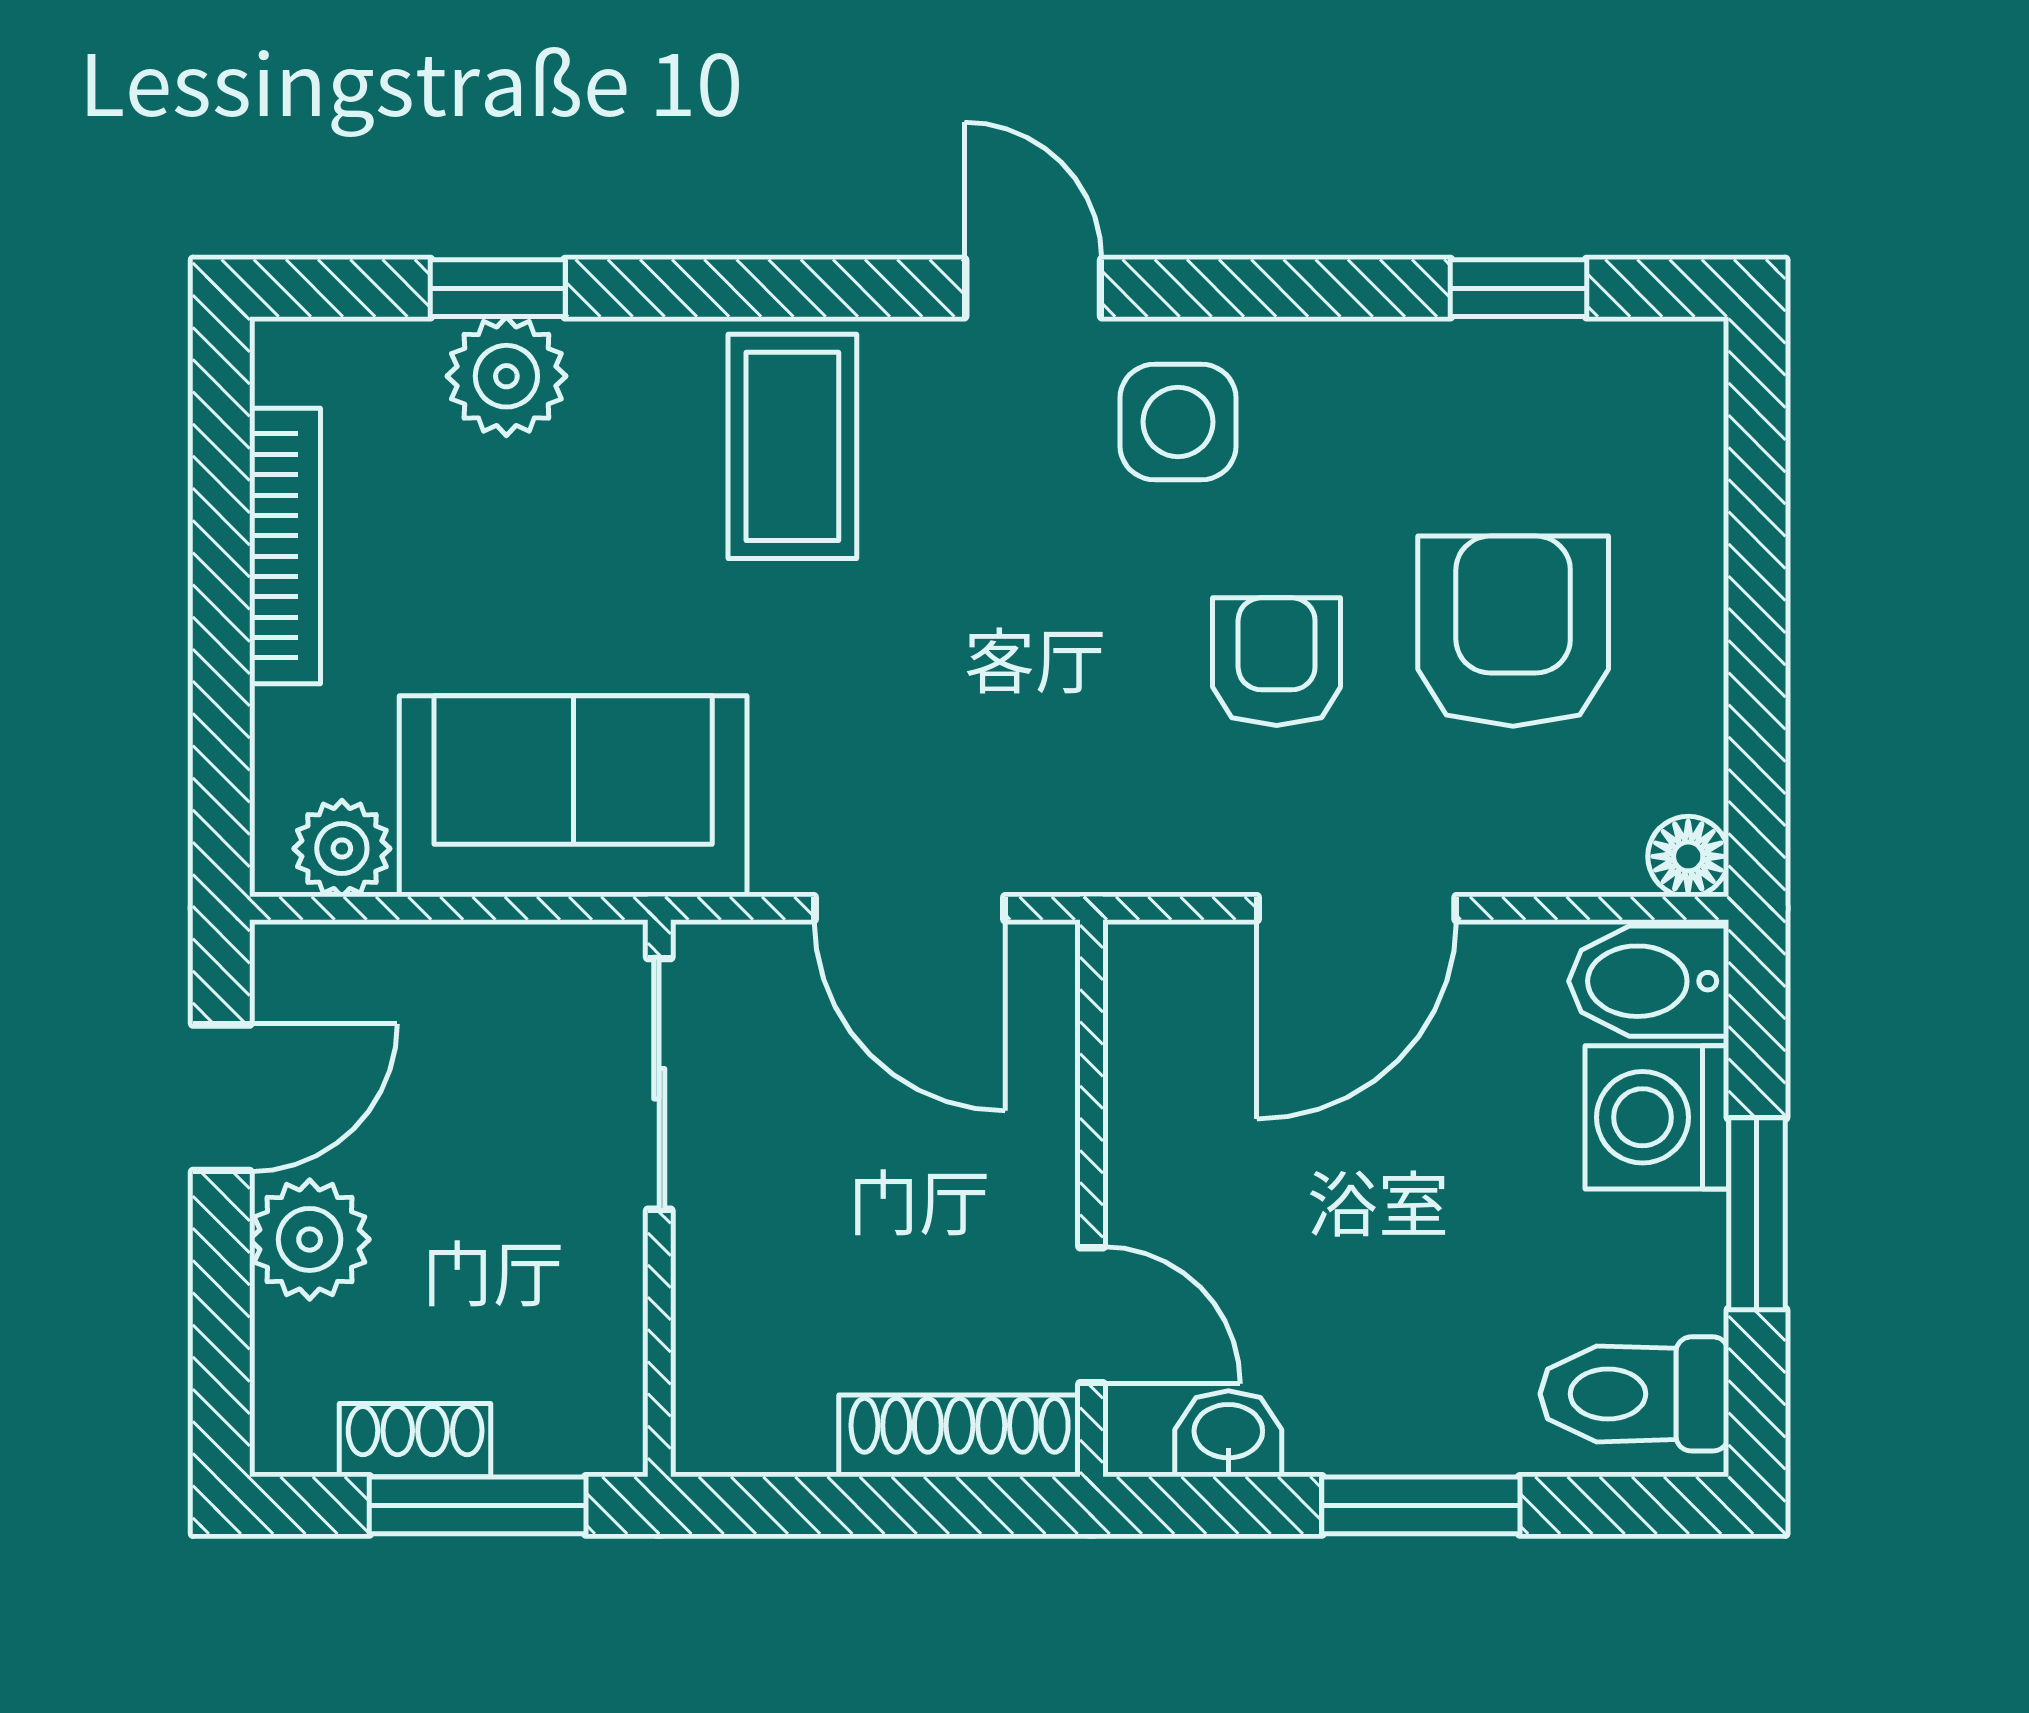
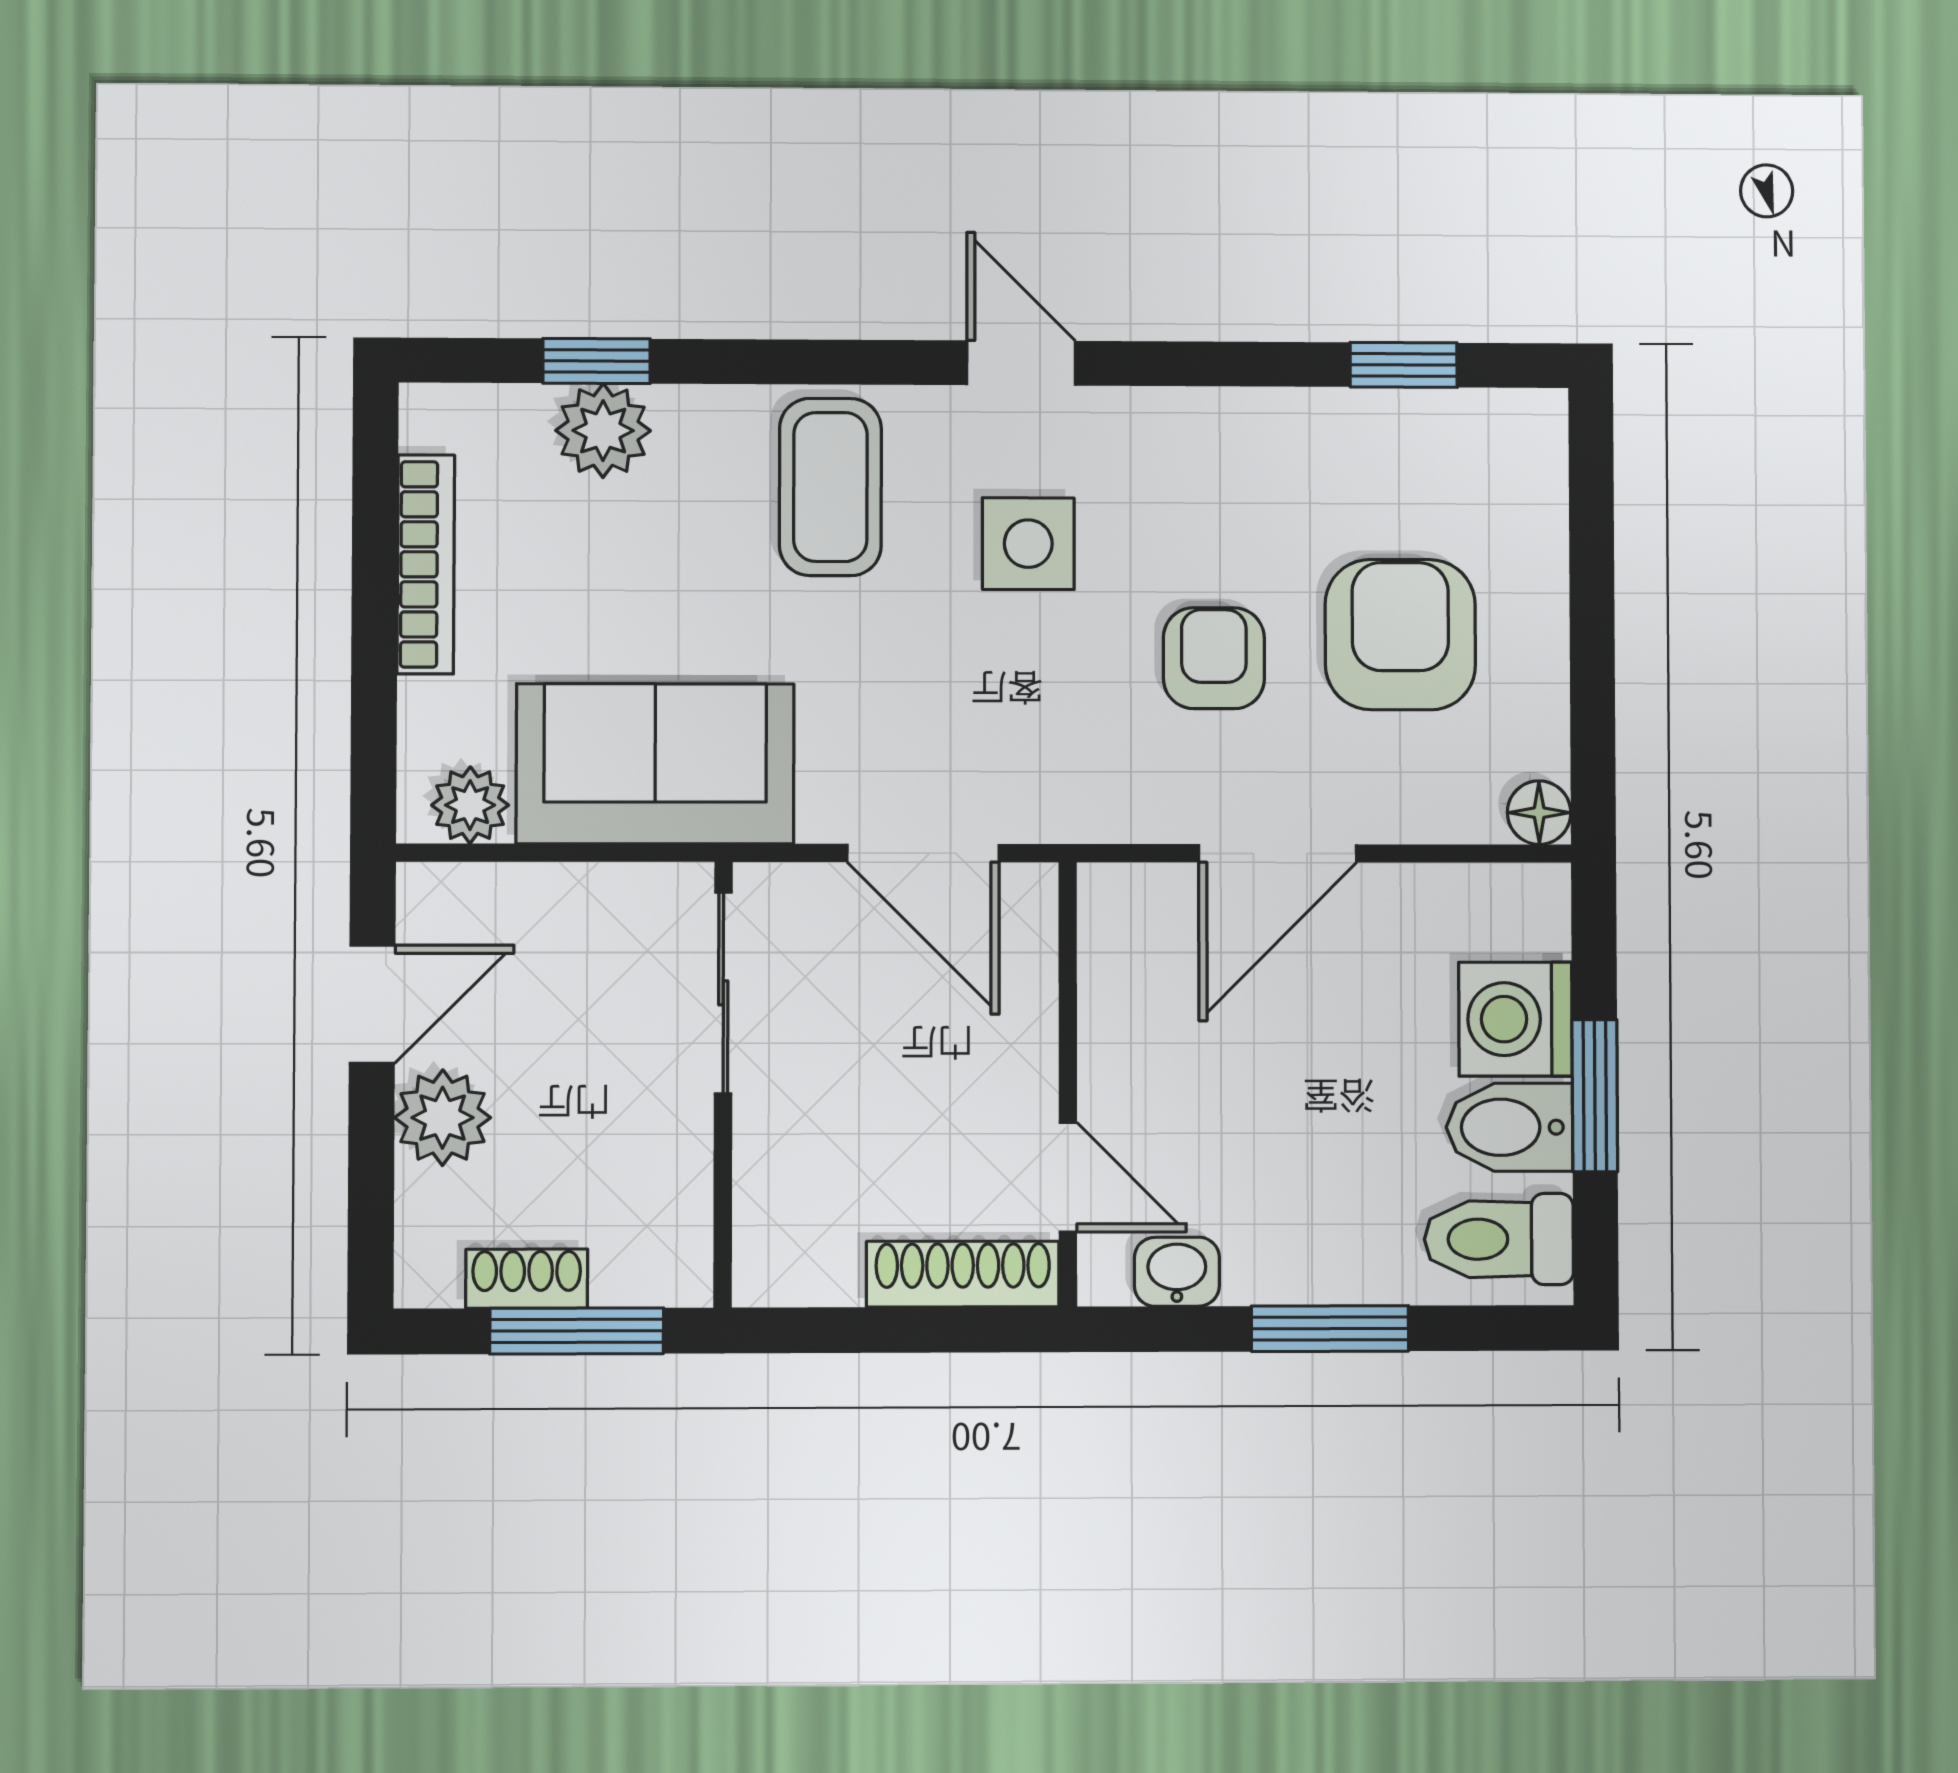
side table: (1178, 422) -> (1028, 544), moved
bidet: (1649, 981) -> (1509, 1127), moved

